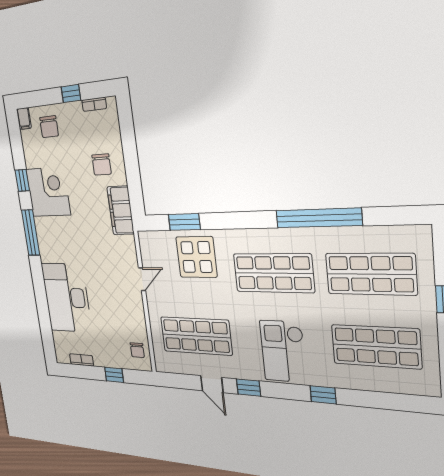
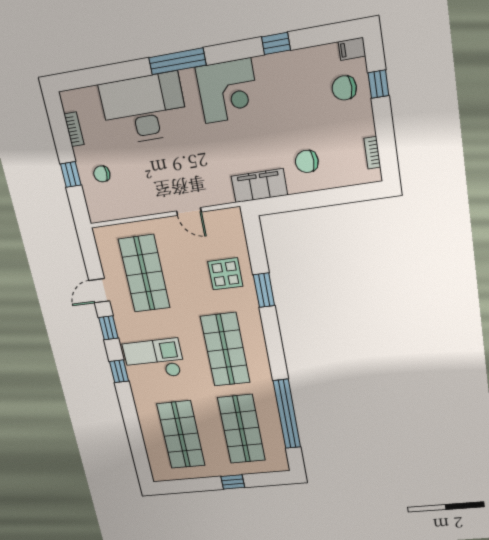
window: (71, 94) -> (378, 84), moved
corner desk: (48, 192) -> (228, 91), moved
window: (318, 218) -> (287, 414), moved
window: (184, 222) -> (264, 290), moved
window: (31, 233) -> (177, 61), moved
display table: (196, 257) -> (225, 274), width x0.73, depth x0.73
chair: (137, 350) -> (102, 174), moved
window: (323, 395) -> (119, 371), moved

